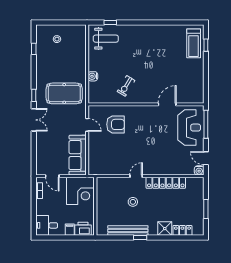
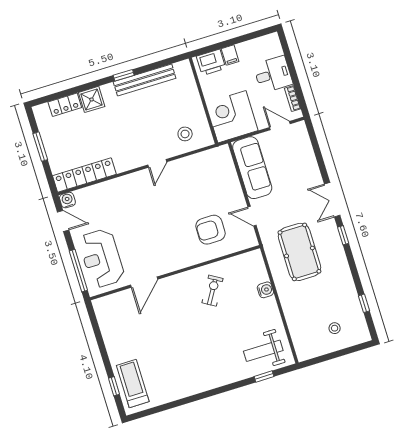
pool table: (64, 93) -> (299, 252), turned 90
locker: (166, 183) -> (84, 175), moved
stool: (133, 202) -> (185, 134), moved
desk: (47, 225) -> (273, 74), moved

